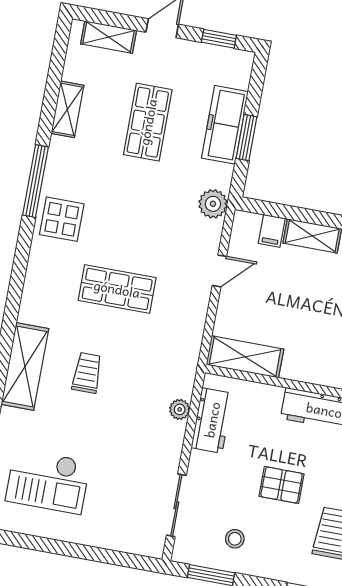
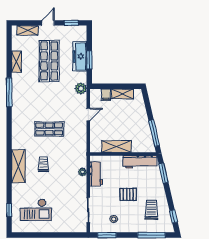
shop shelf: (148, 122) -> (49, 61), width x1.43, depth x1.36
display table: (62, 219) -> (22, 105), removed
shelving: (245, 357) -> (116, 146), moved

